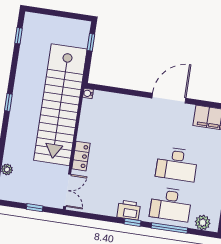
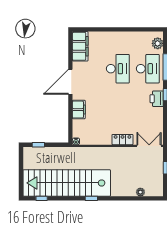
door: (169, 98) -> (70, 82), hinge flipped
filing cabinet: (130, 104) -> (79, 110), added
stairs: (60, 105) -> (67, 183), moved, turned 180

